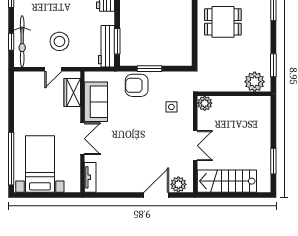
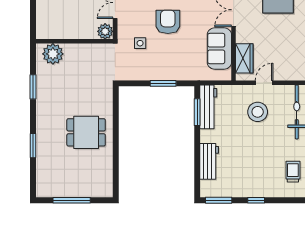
plant: (255, 82) -> (53, 54), moved
armchair: (137, 85) -> (168, 22), moved, turned -90
wall: (234, 94) -> (74, 41), moved
plant: (205, 103) -> (105, 31), moved

